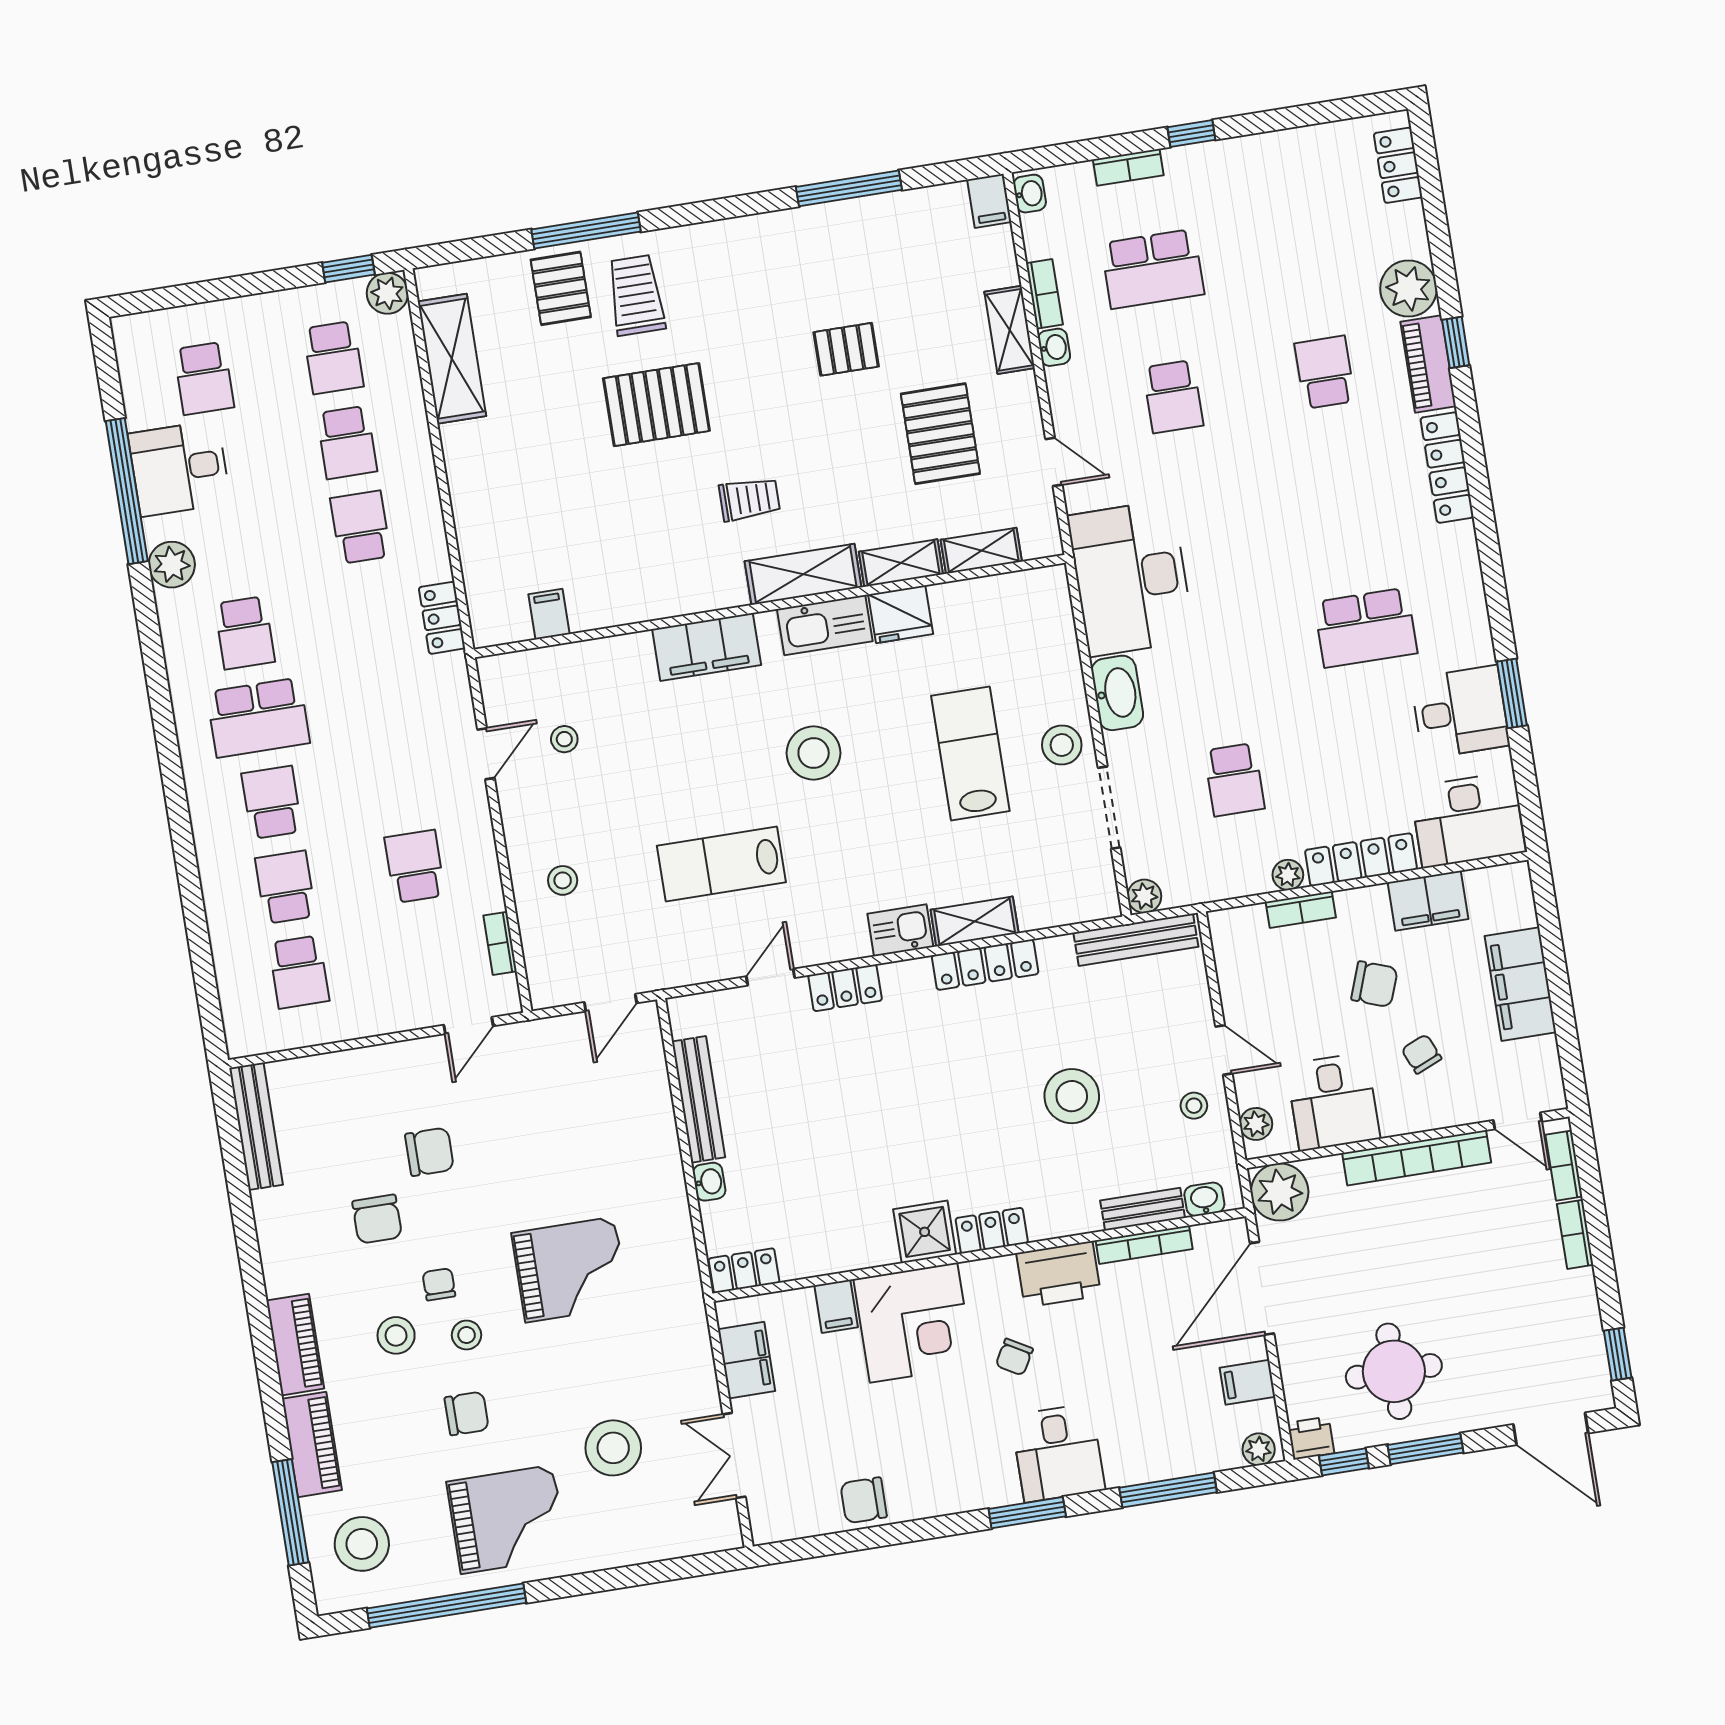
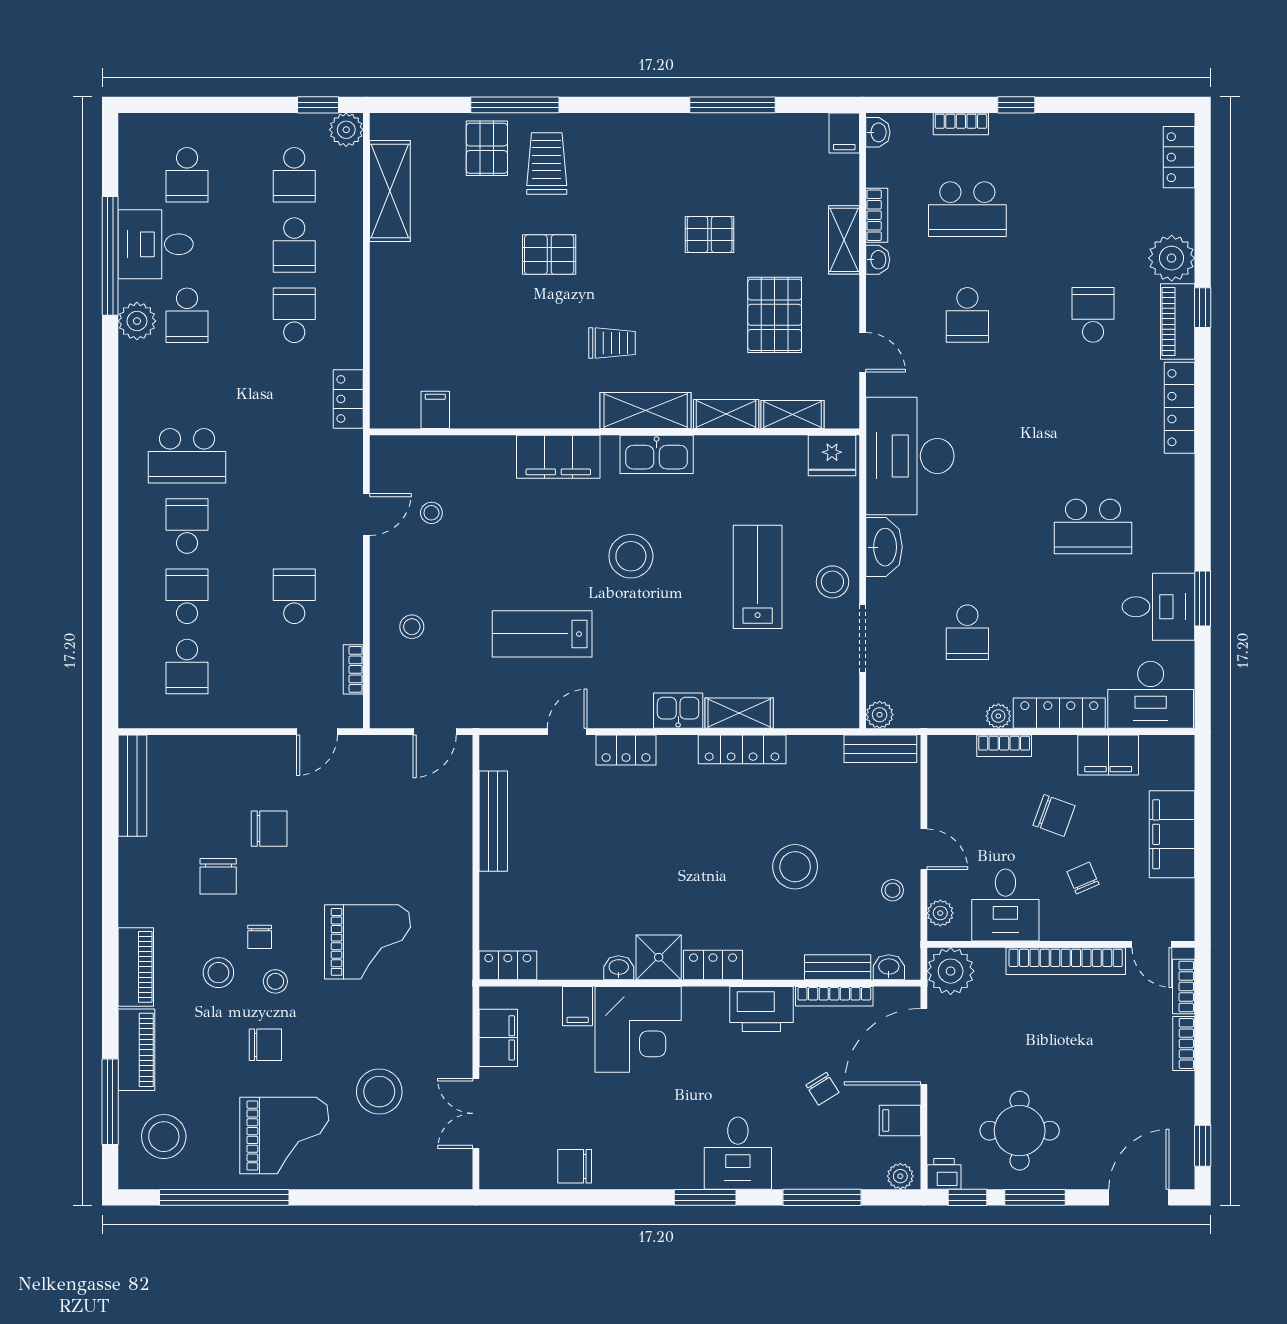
pallet: (656, 405) -> (549, 255), width x0.67, depth x0.71
fridge: (901, 614) -> (832, 455), moved
school desk: (245, 633) -> (187, 315), moved
bench: (1136, 940) -> (880, 749), width x0.73
washbasin: (709, 1182) -> (619, 968), moved, turned -90
chair: (439, 1284) -> (260, 937), turned 180
chair: (1014, 1357) -> (822, 1089), moved, turned -62
door: (1551, 1429) -> (1139, 1197), swing flipped

